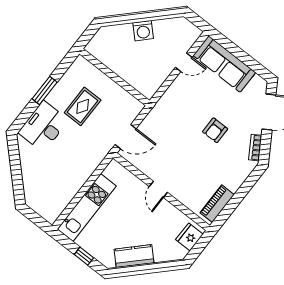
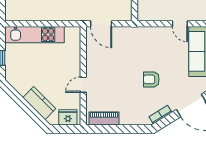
door: (158, 189) -> (83, 85), moved
kitchen counter: (134, 256) -> (39, 103), moved

